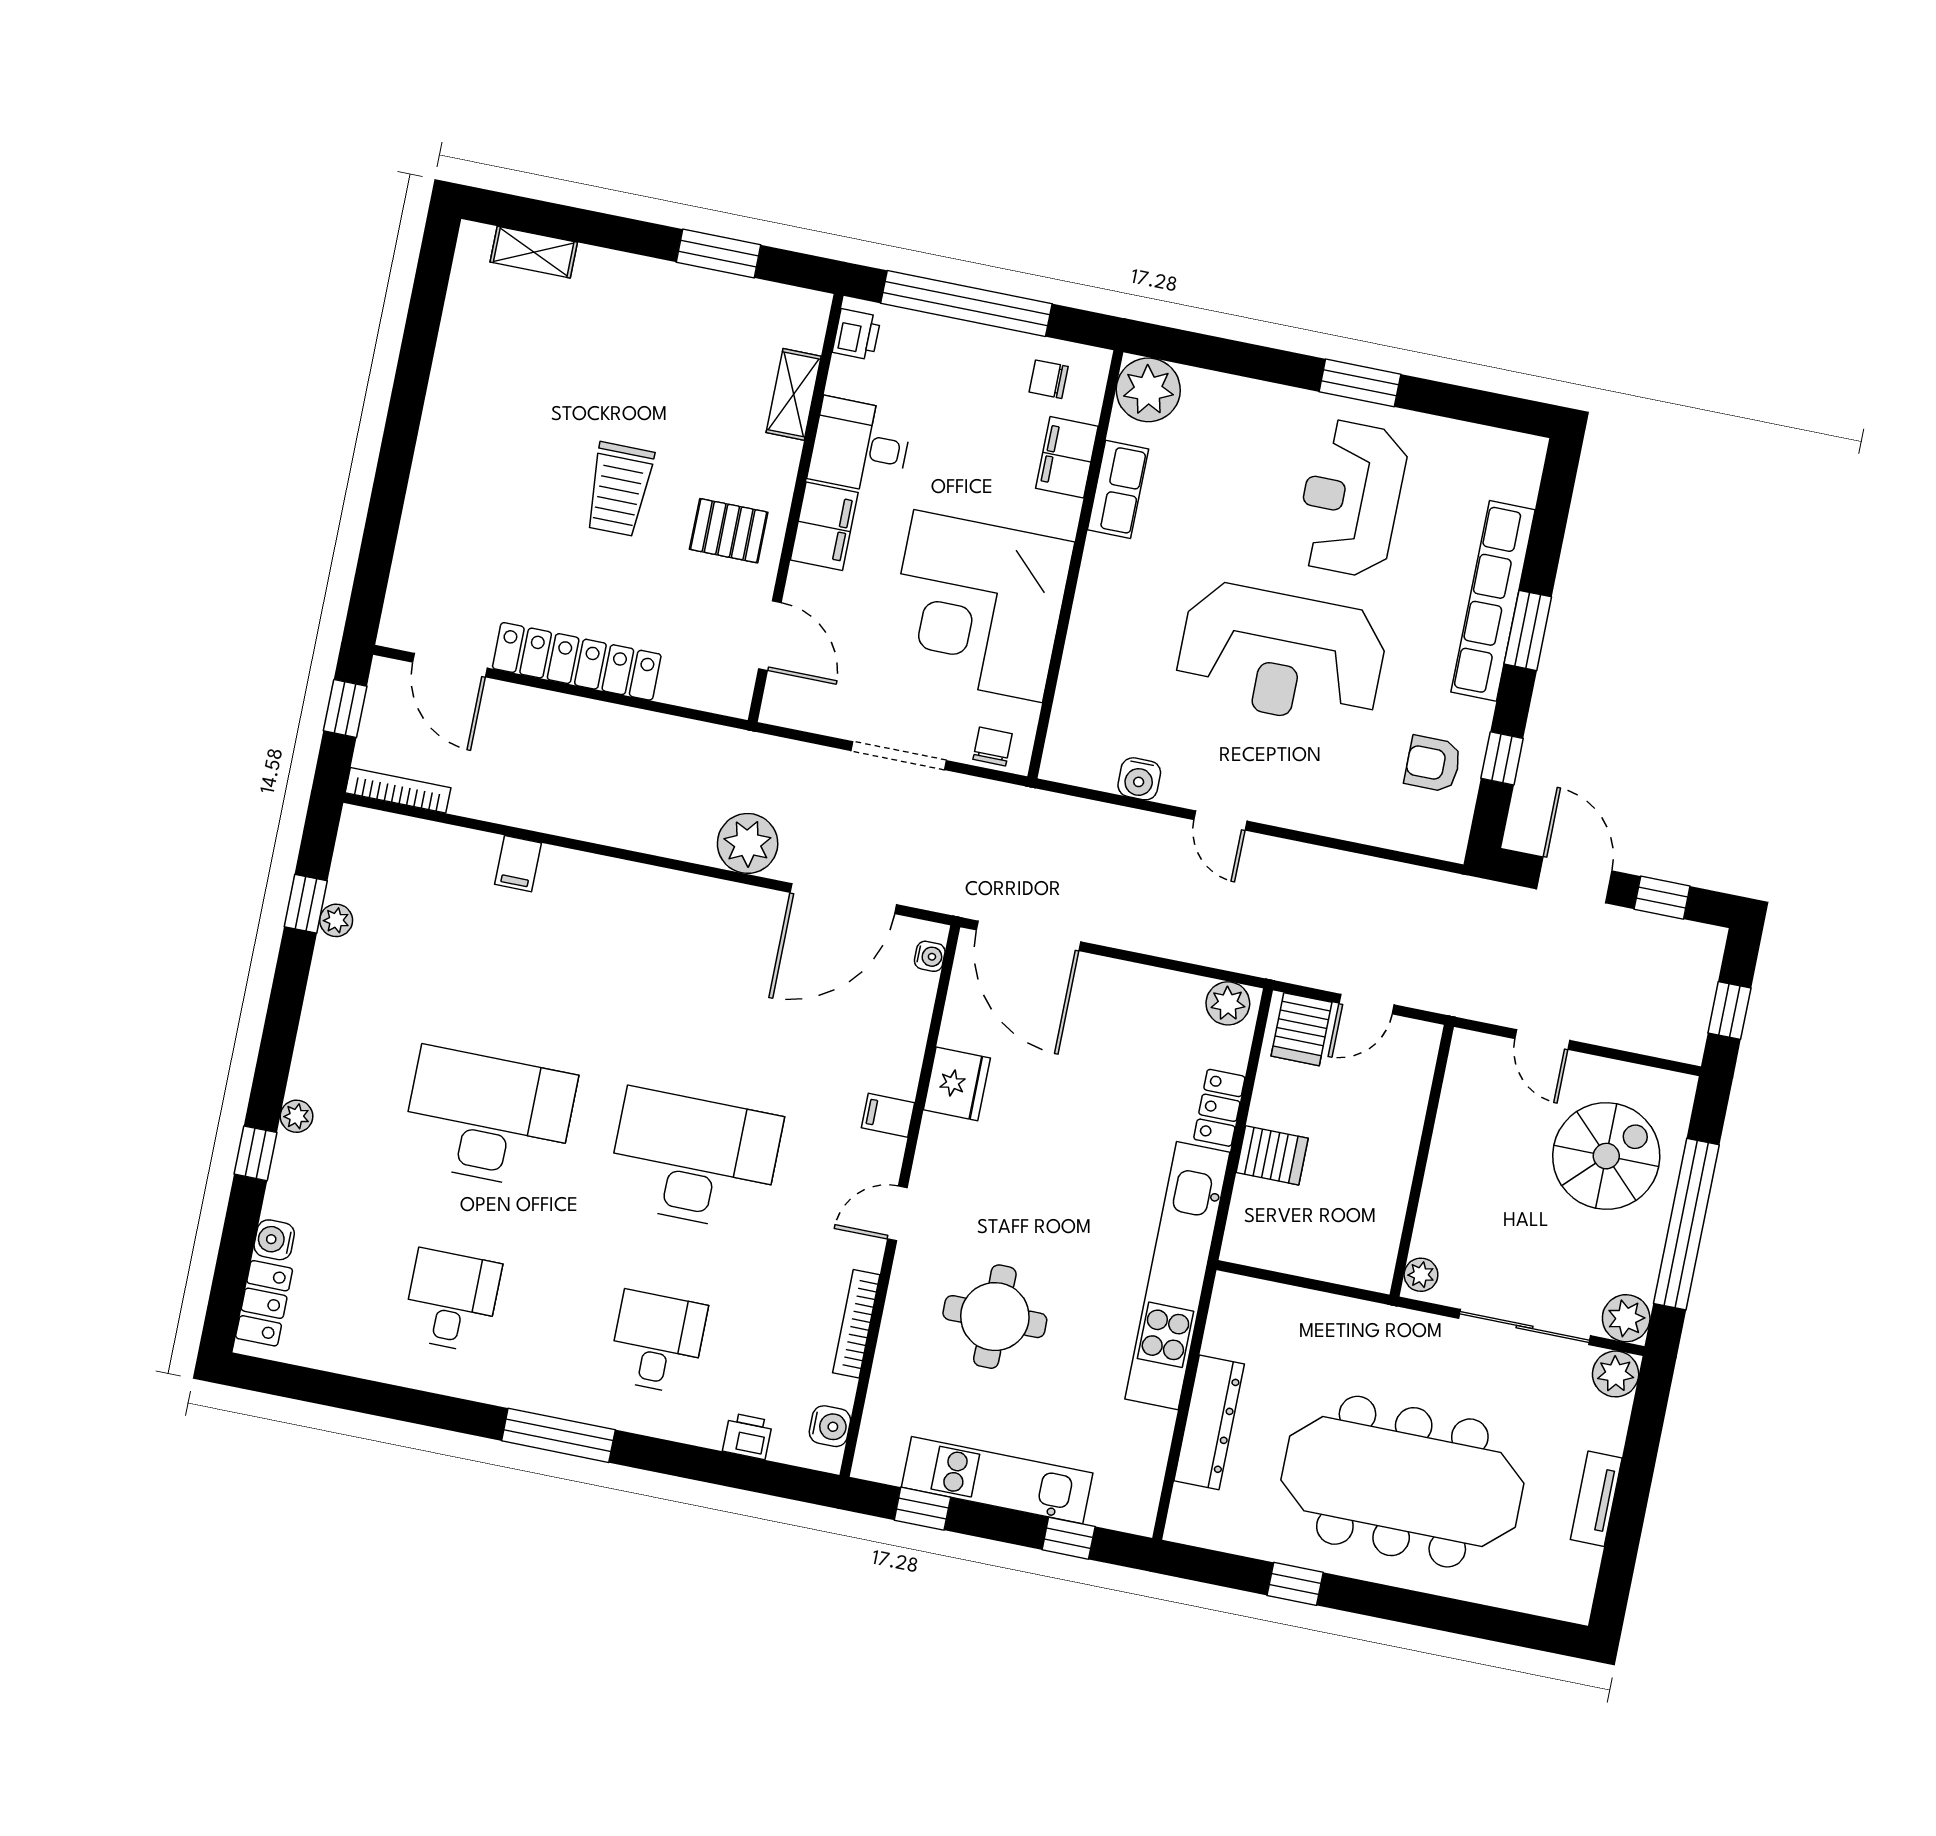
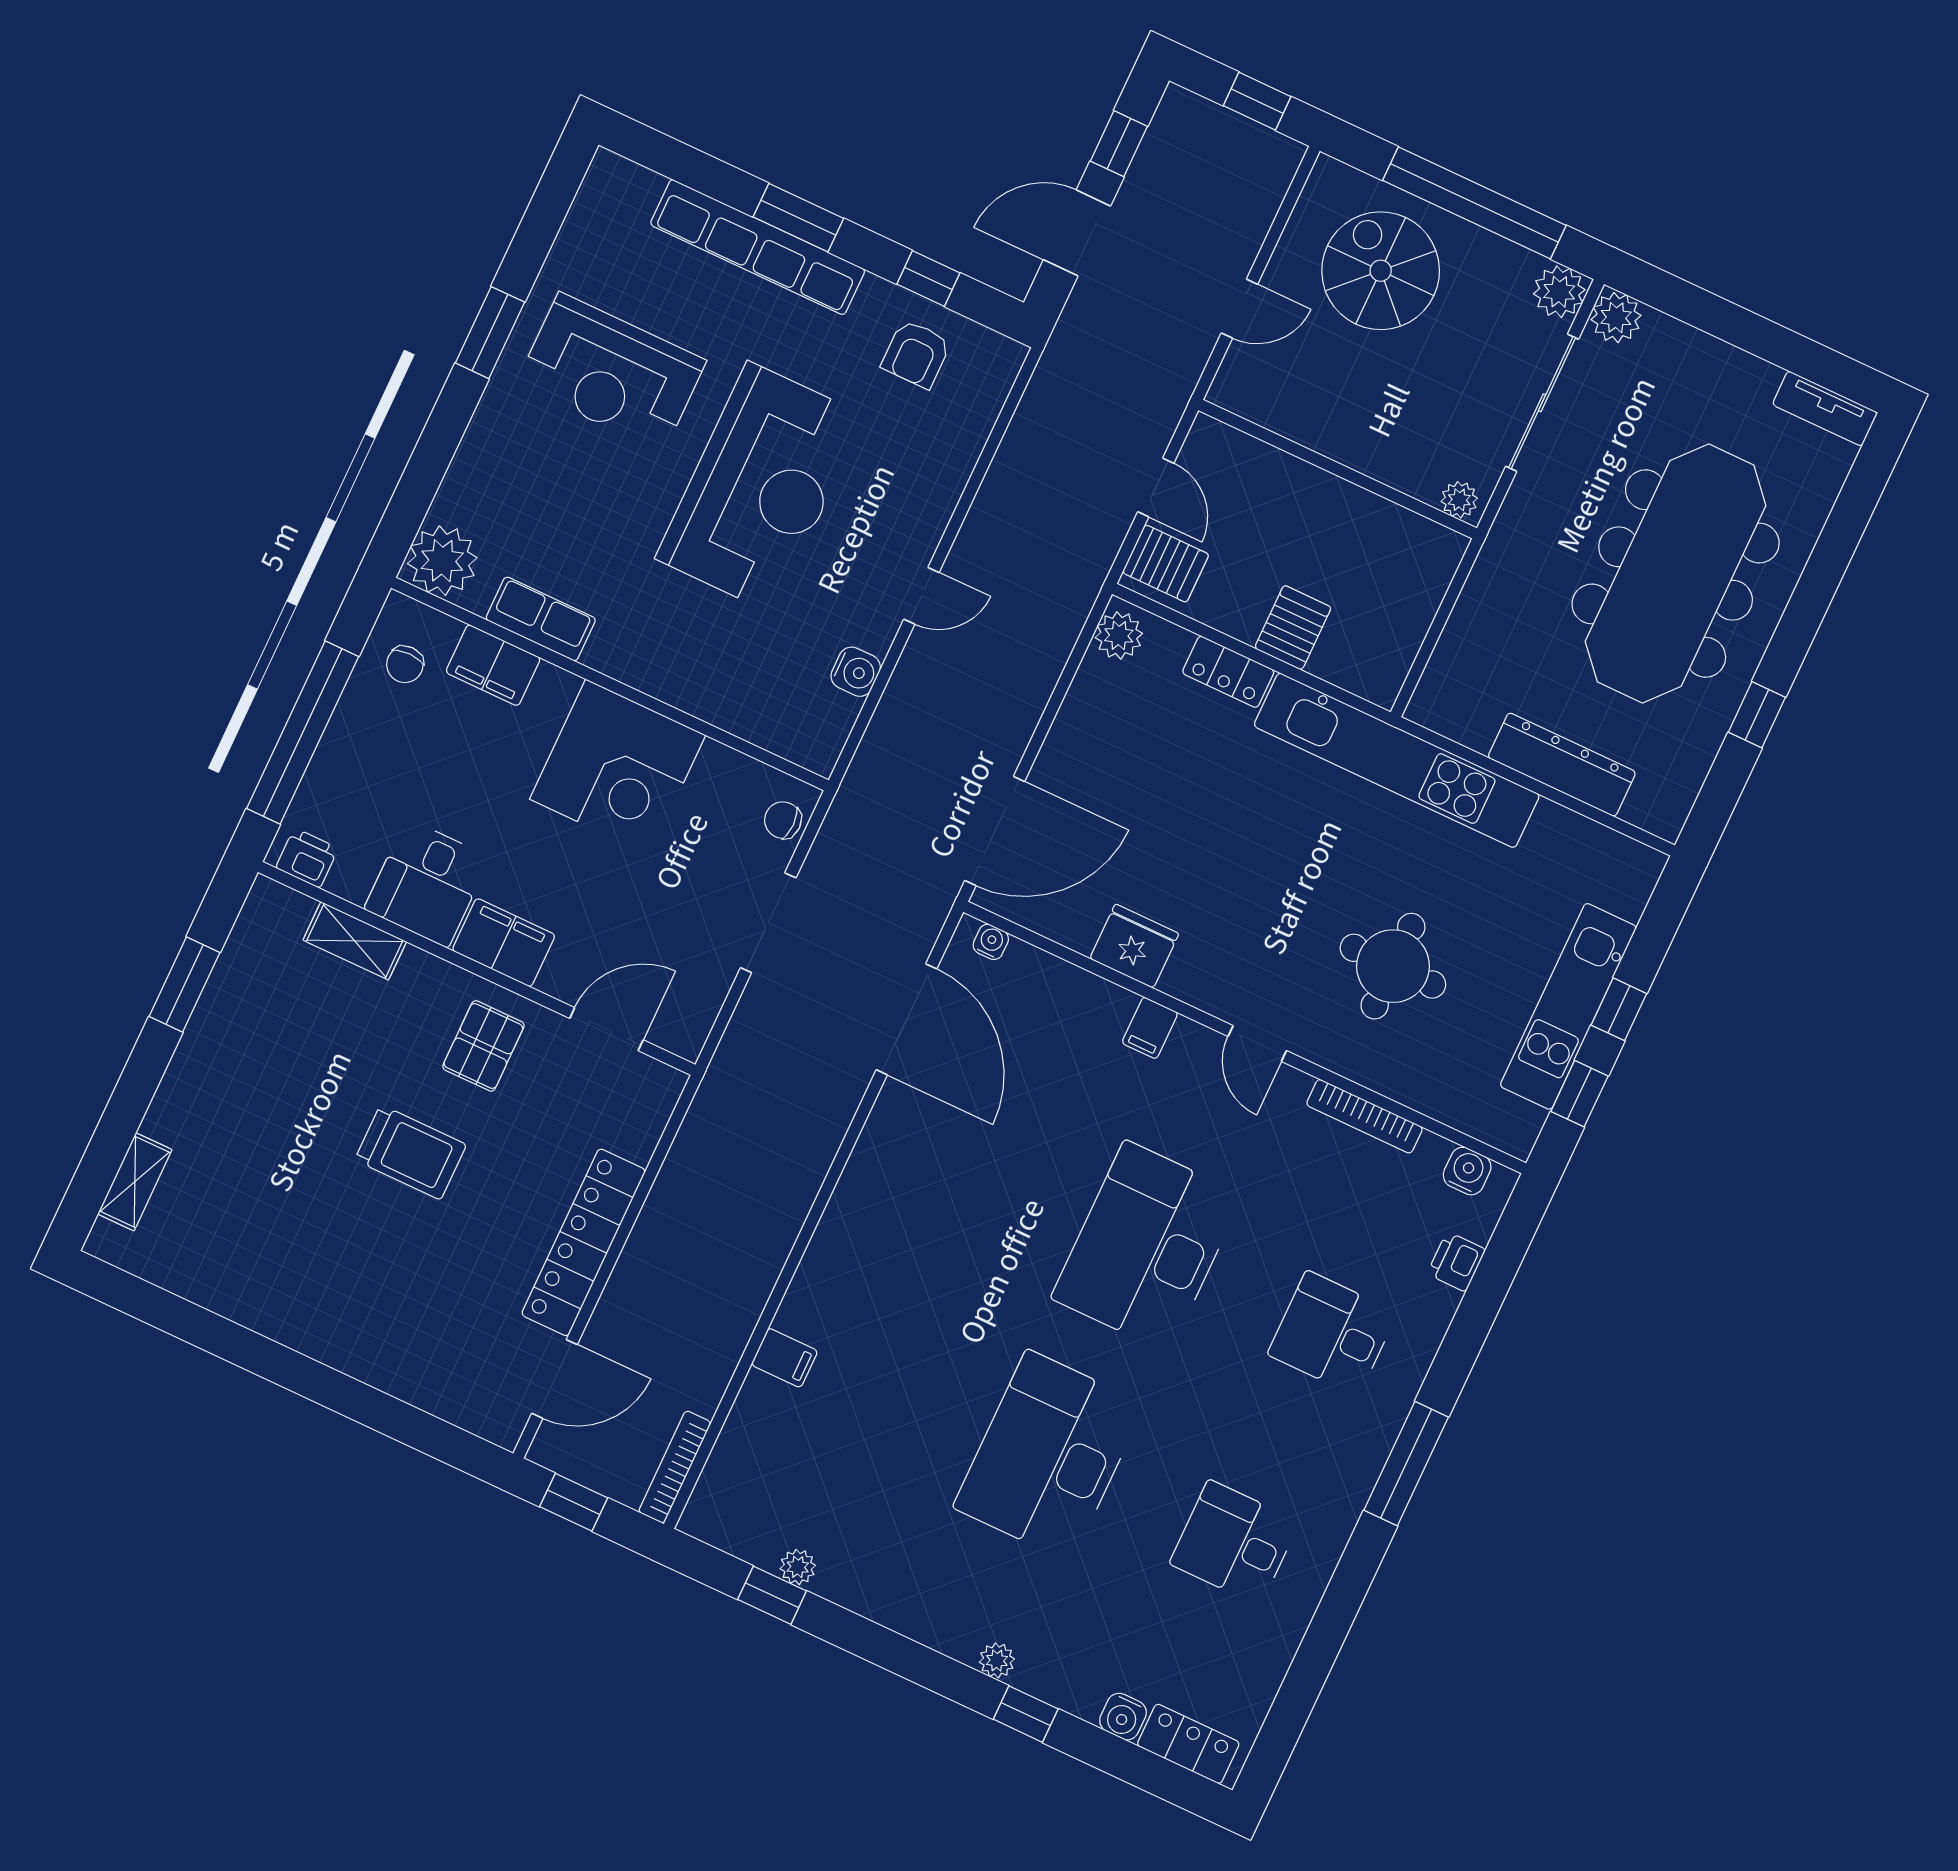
corner desk: (978, 606) -> (618, 767), width x0.74, depth x0.74
plant: (748, 843) -> (823, 1107), removed
tv unit: (1596, 1499) -> (1825, 408), moved
window: (1069, 1538) -> (1619, 1009), moved

